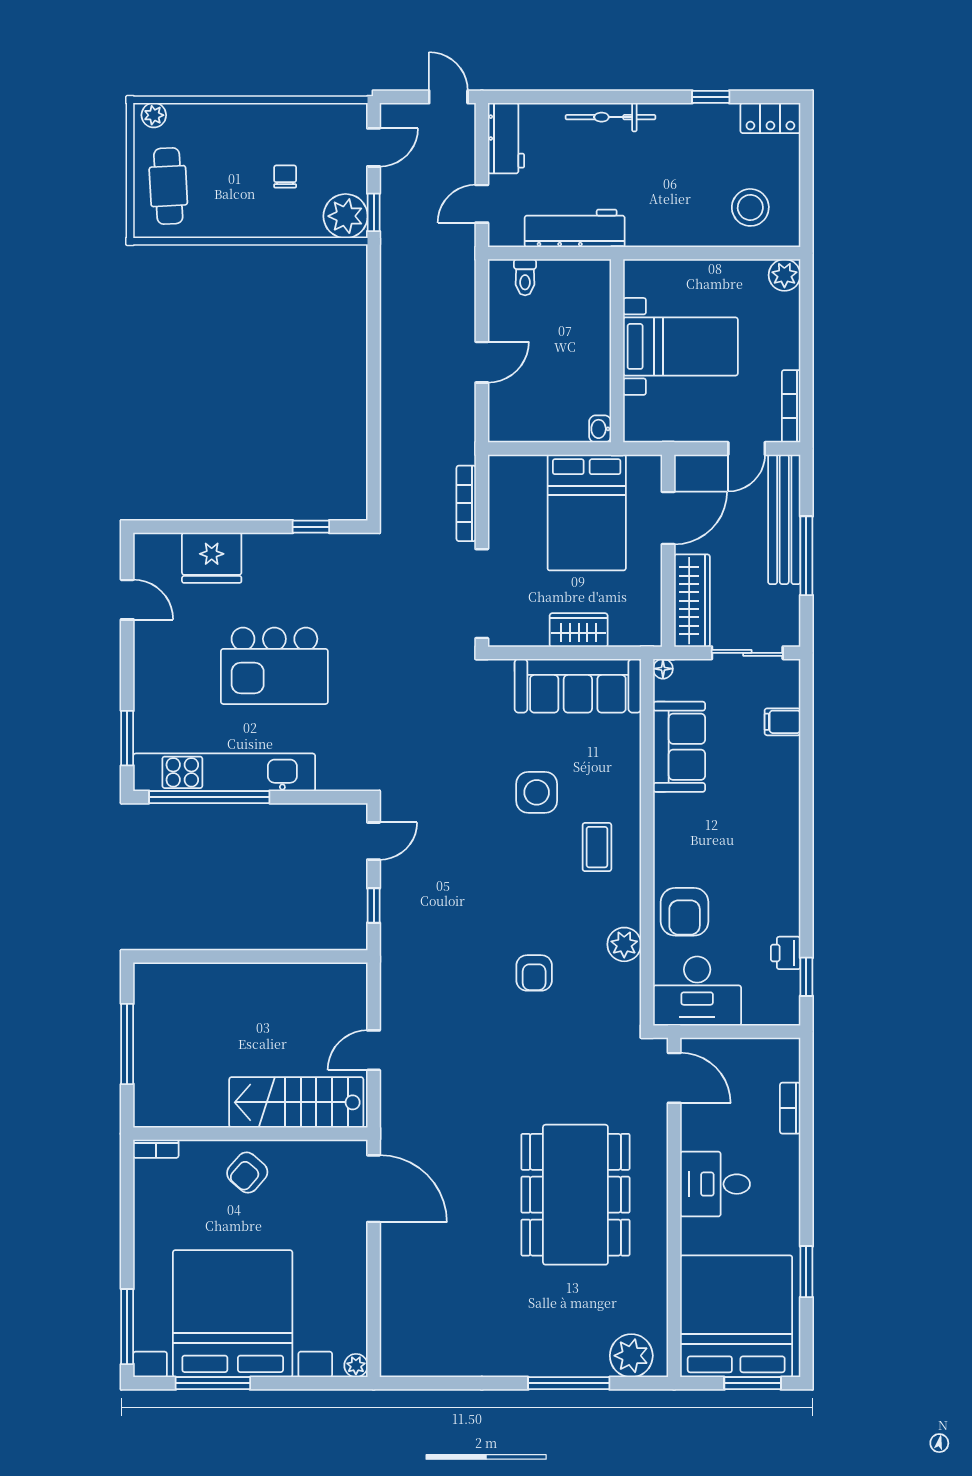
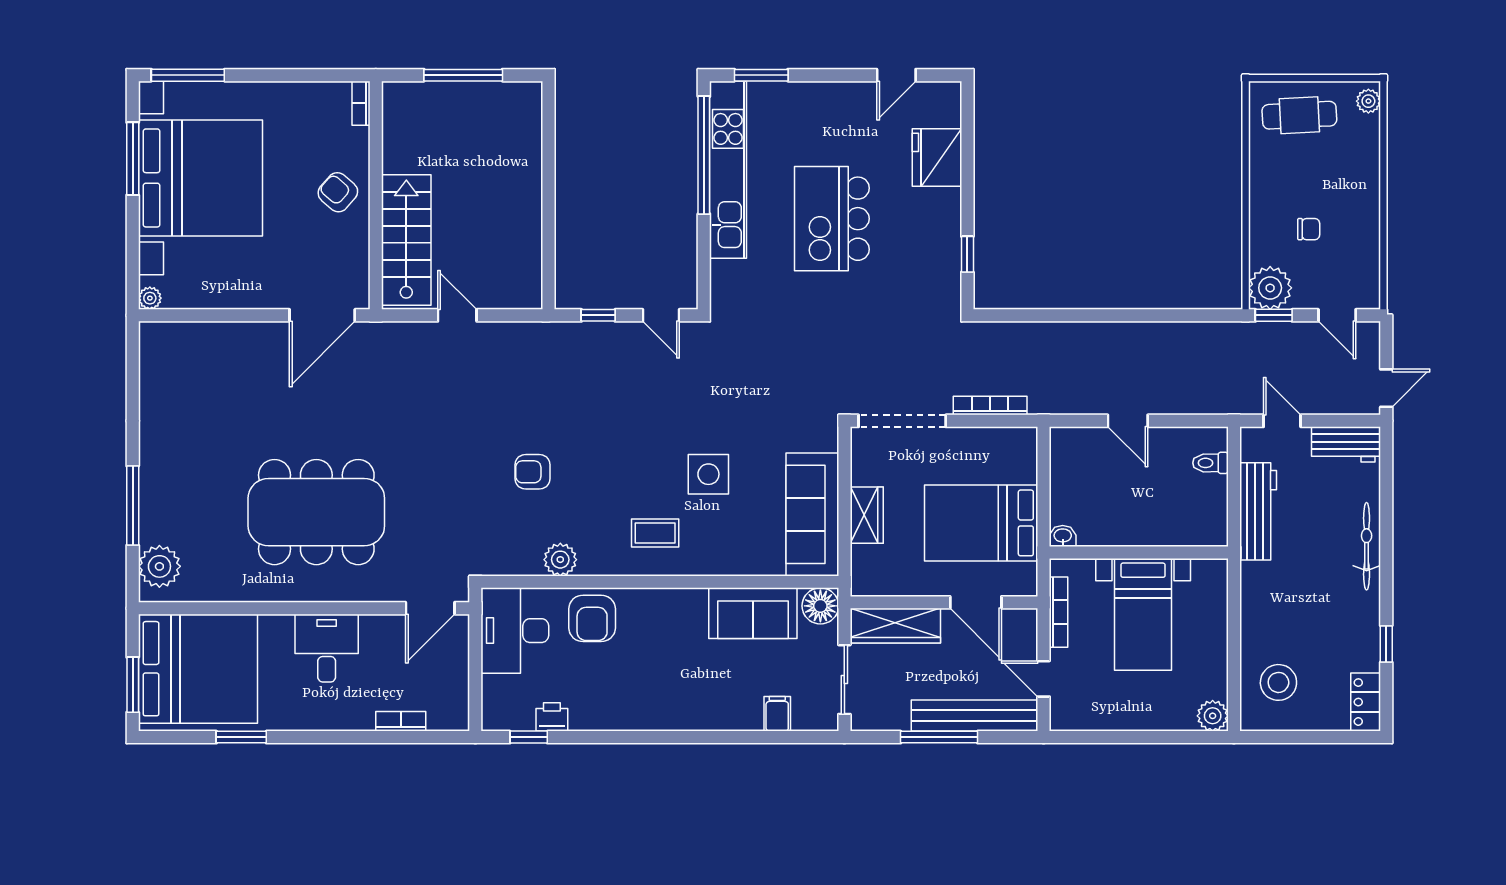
bookcase: (791, 406) -> (1058, 612), moved, turned 90
floor lamp: (663, 669) -> (820, 606), width x1.89, depth x1.89
armchair: (685, 912) -> (592, 618), turned -90

